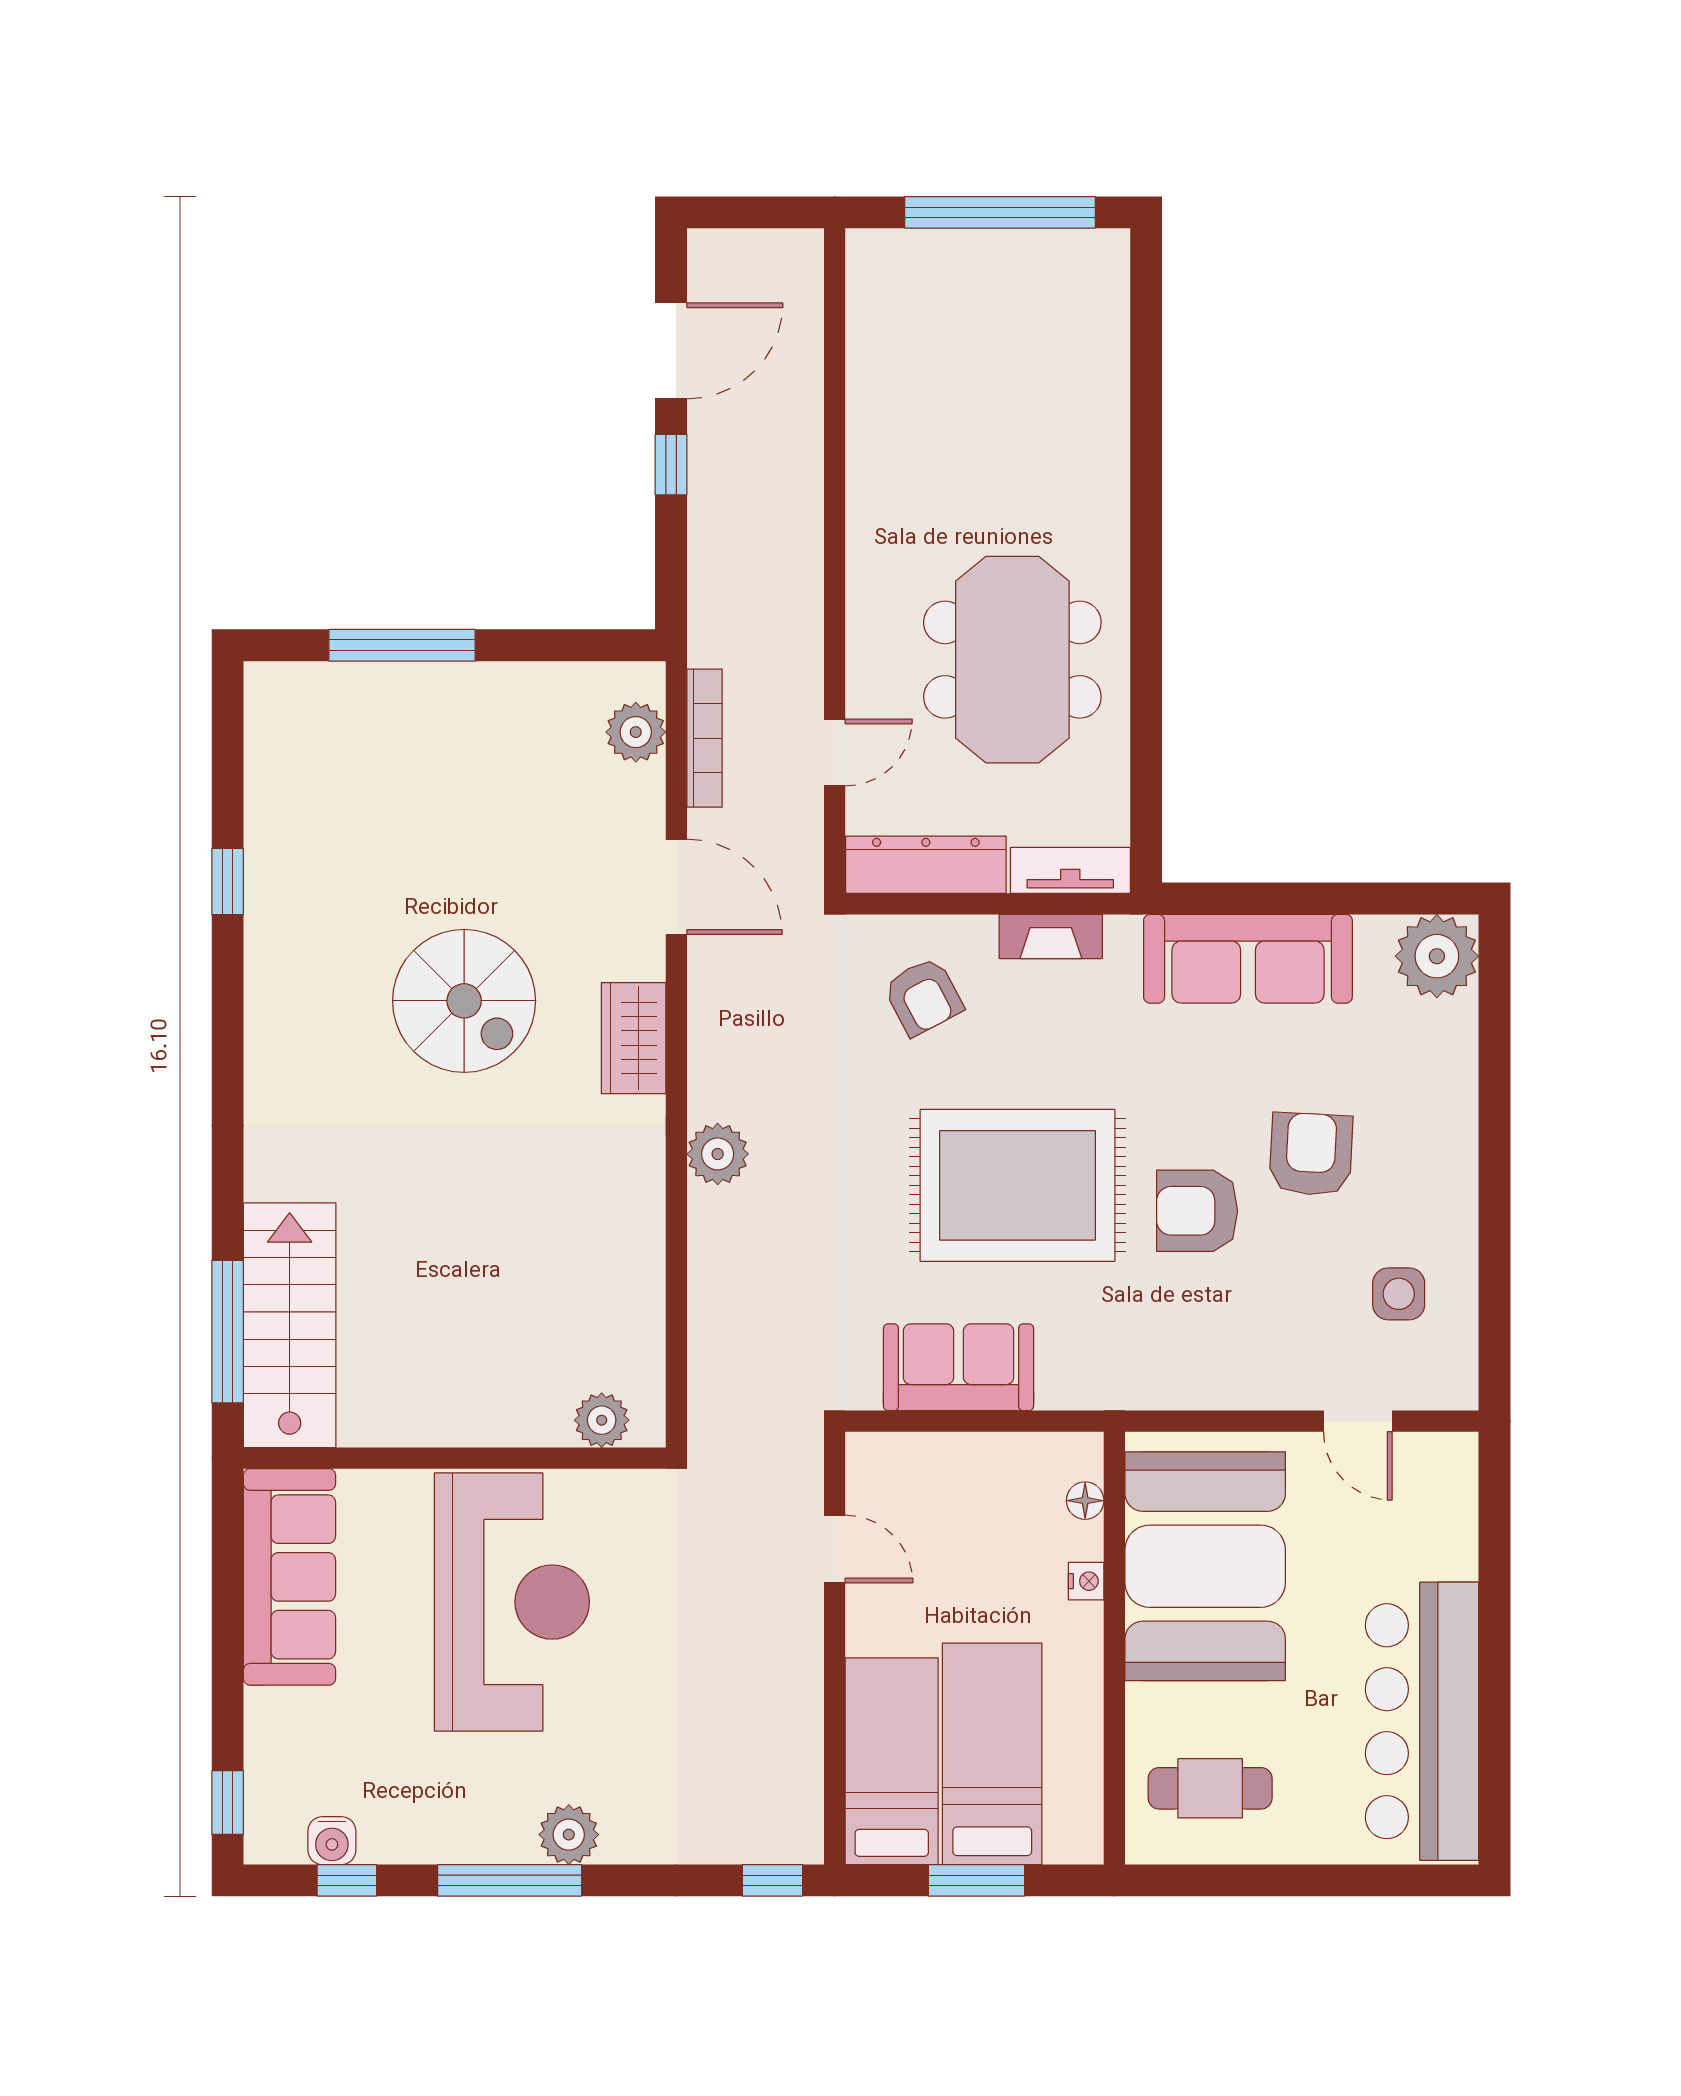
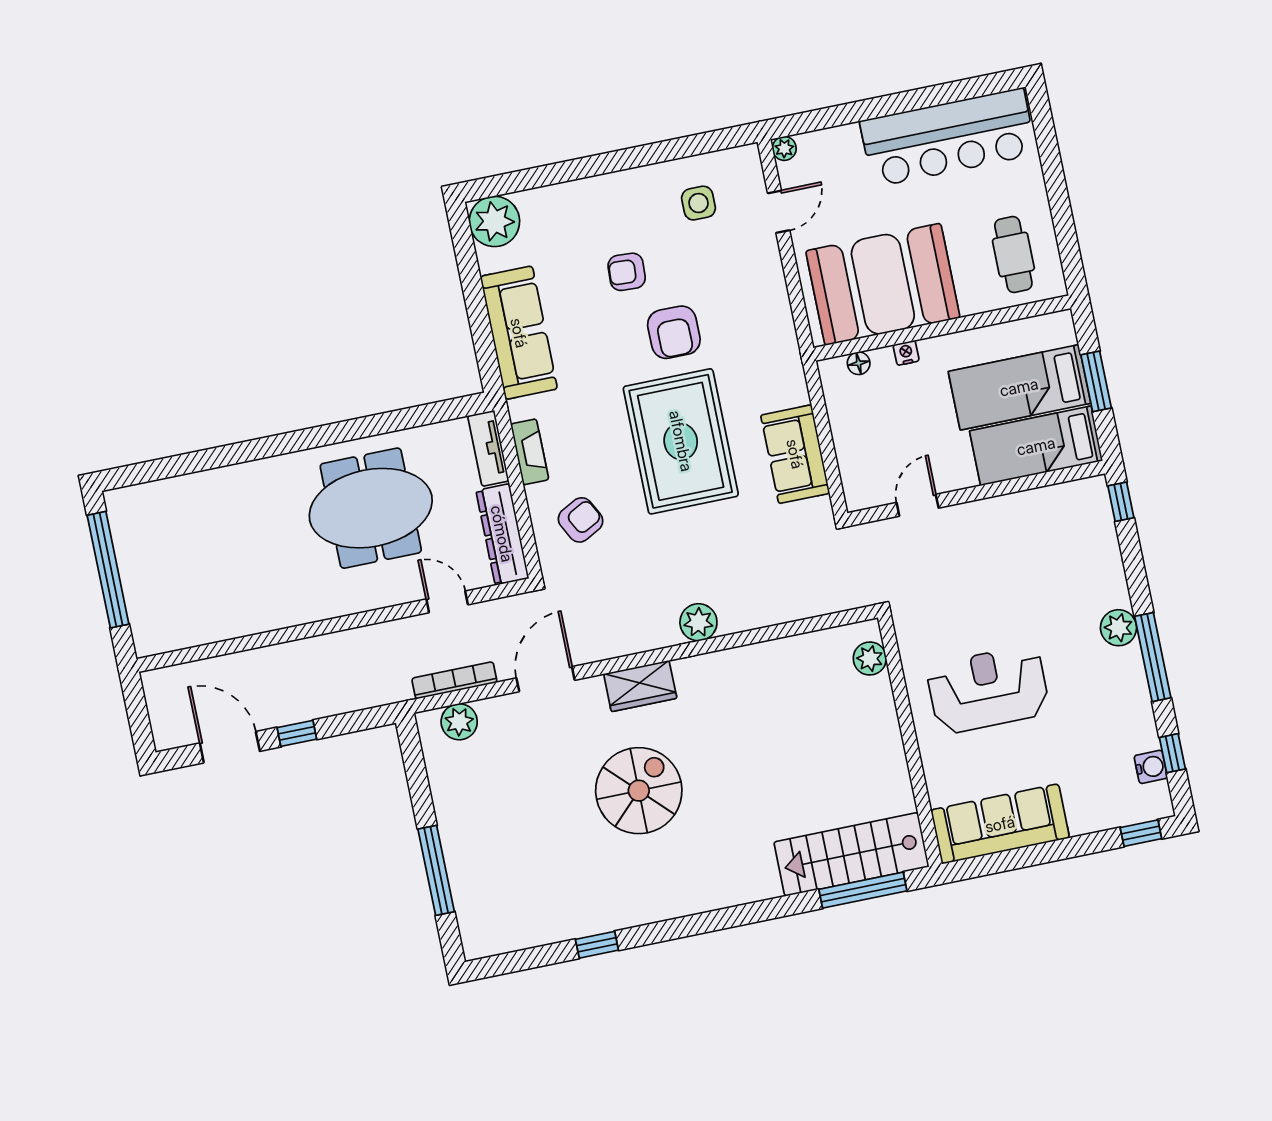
armchair: (1311, 1154) -> (627, 272), width x0.72, depth x0.72
plant: (1459, 1451) -> (784, 148), added
reception desk: (512, 1602) -> (988, 690), width x0.74, depth x0.77

